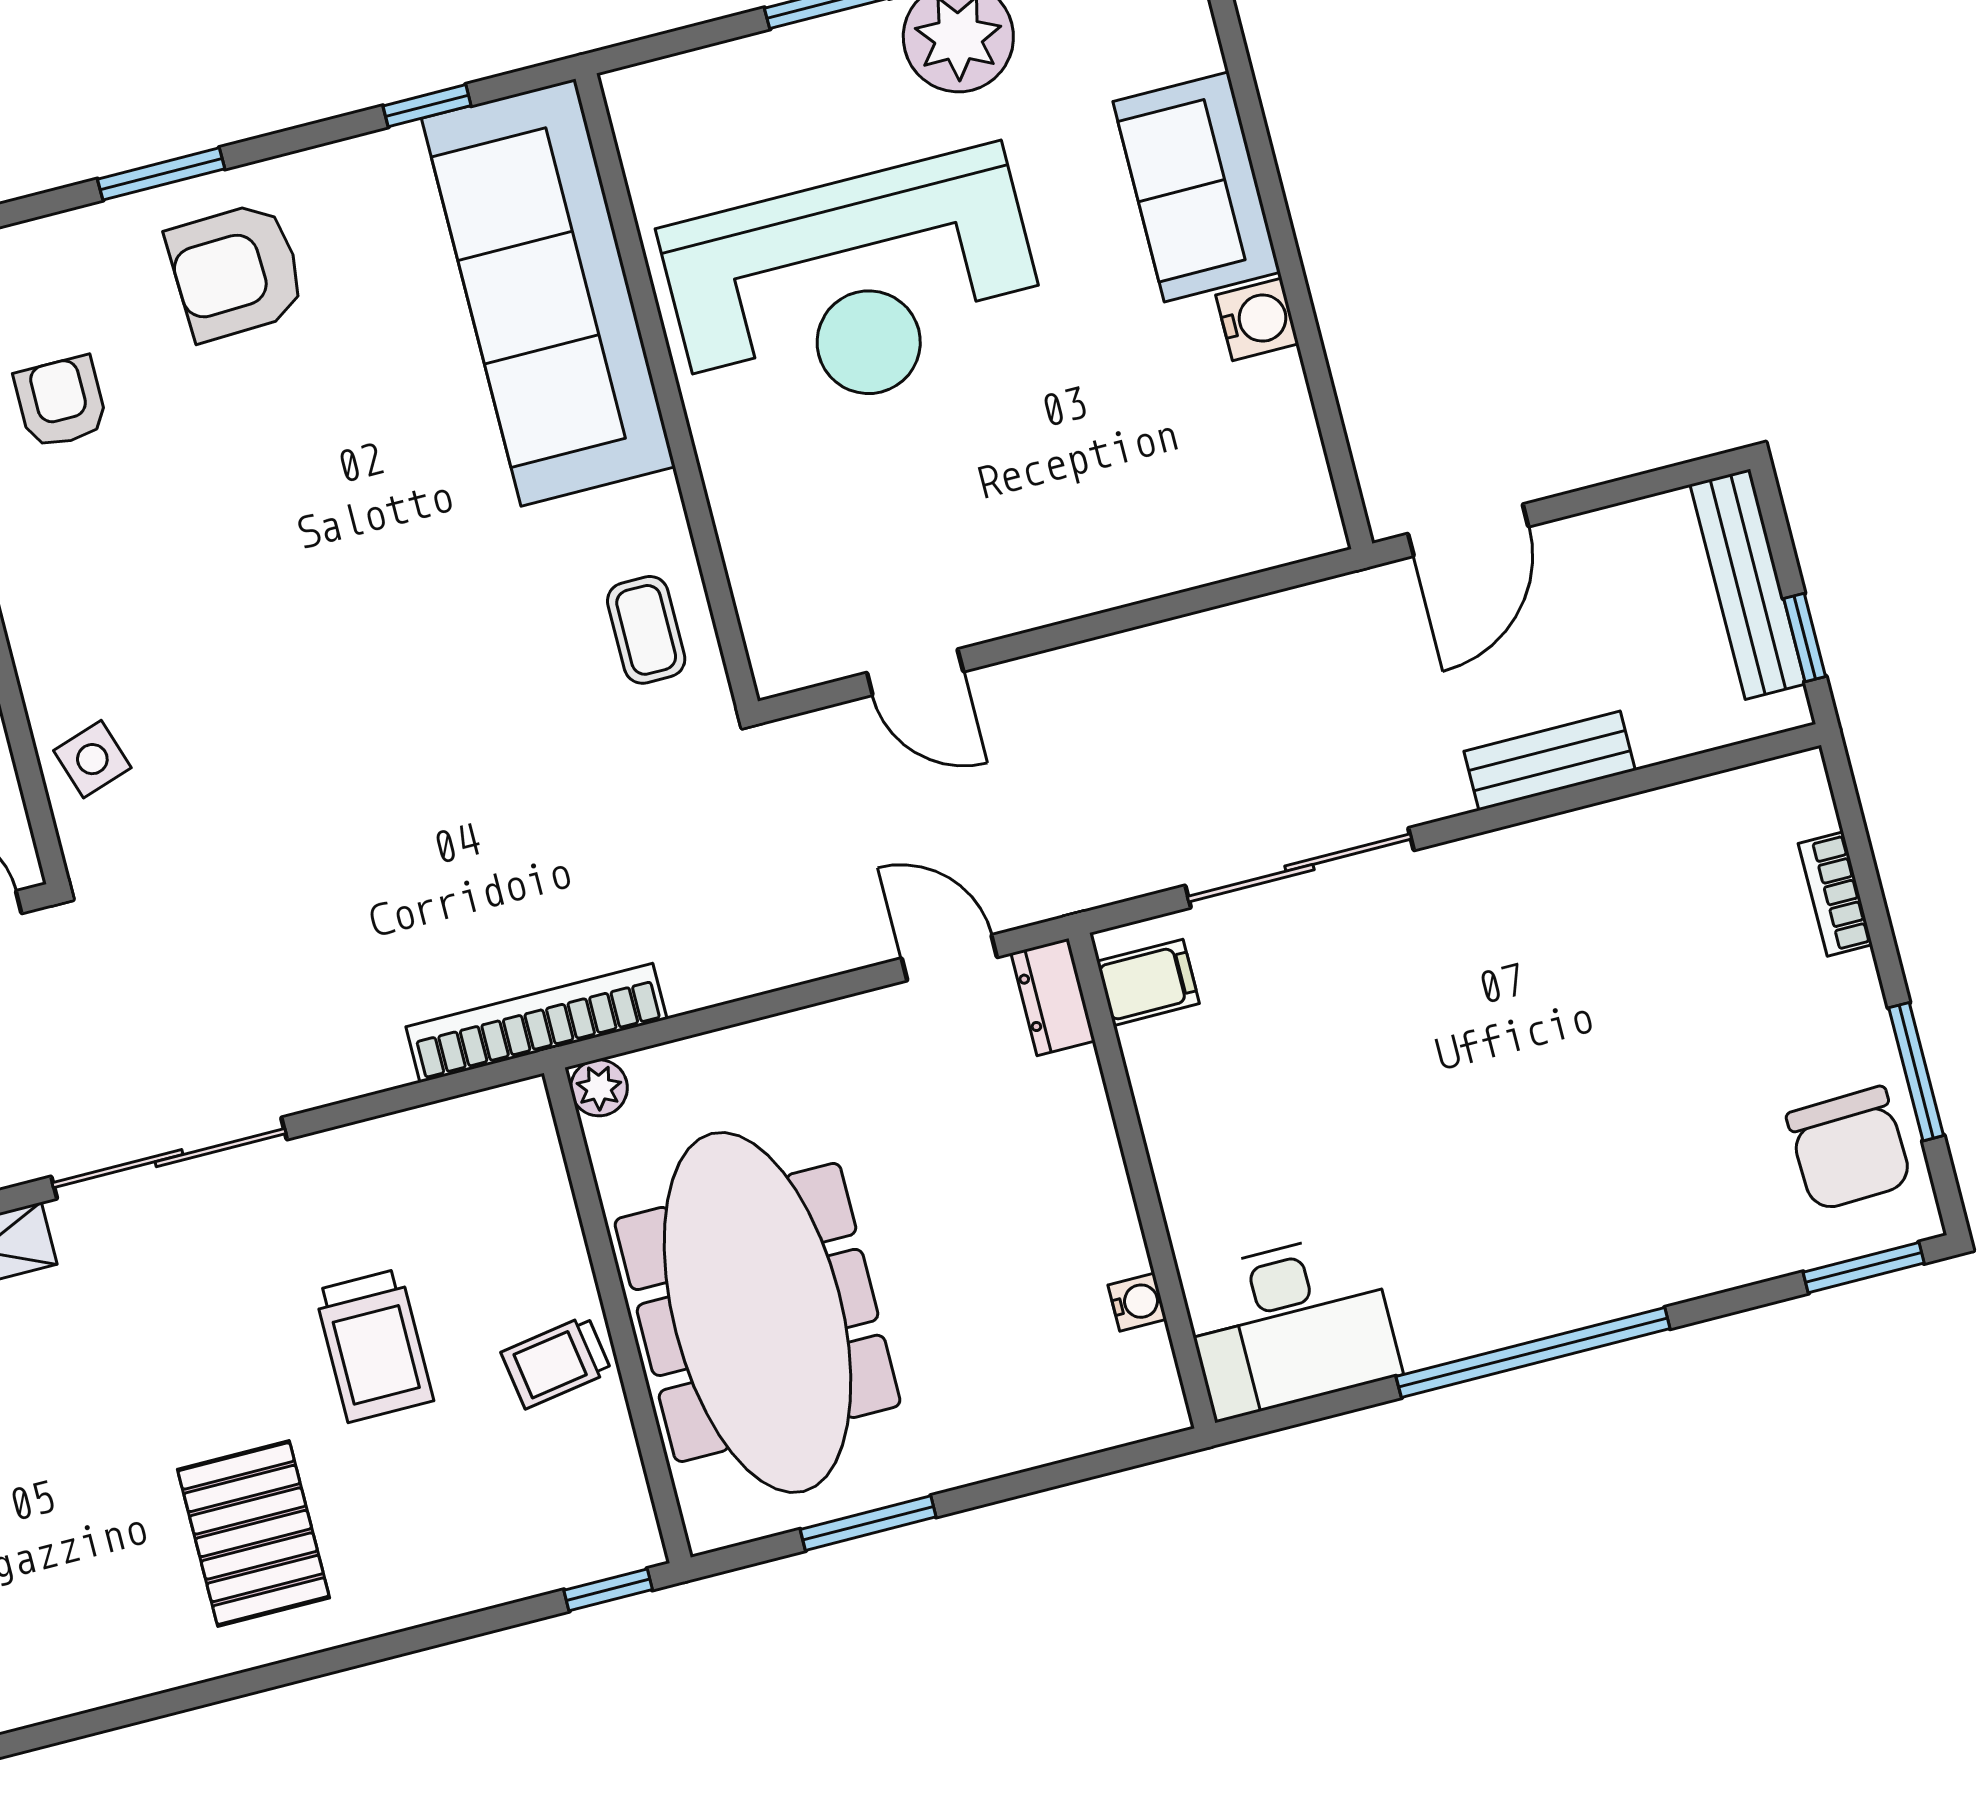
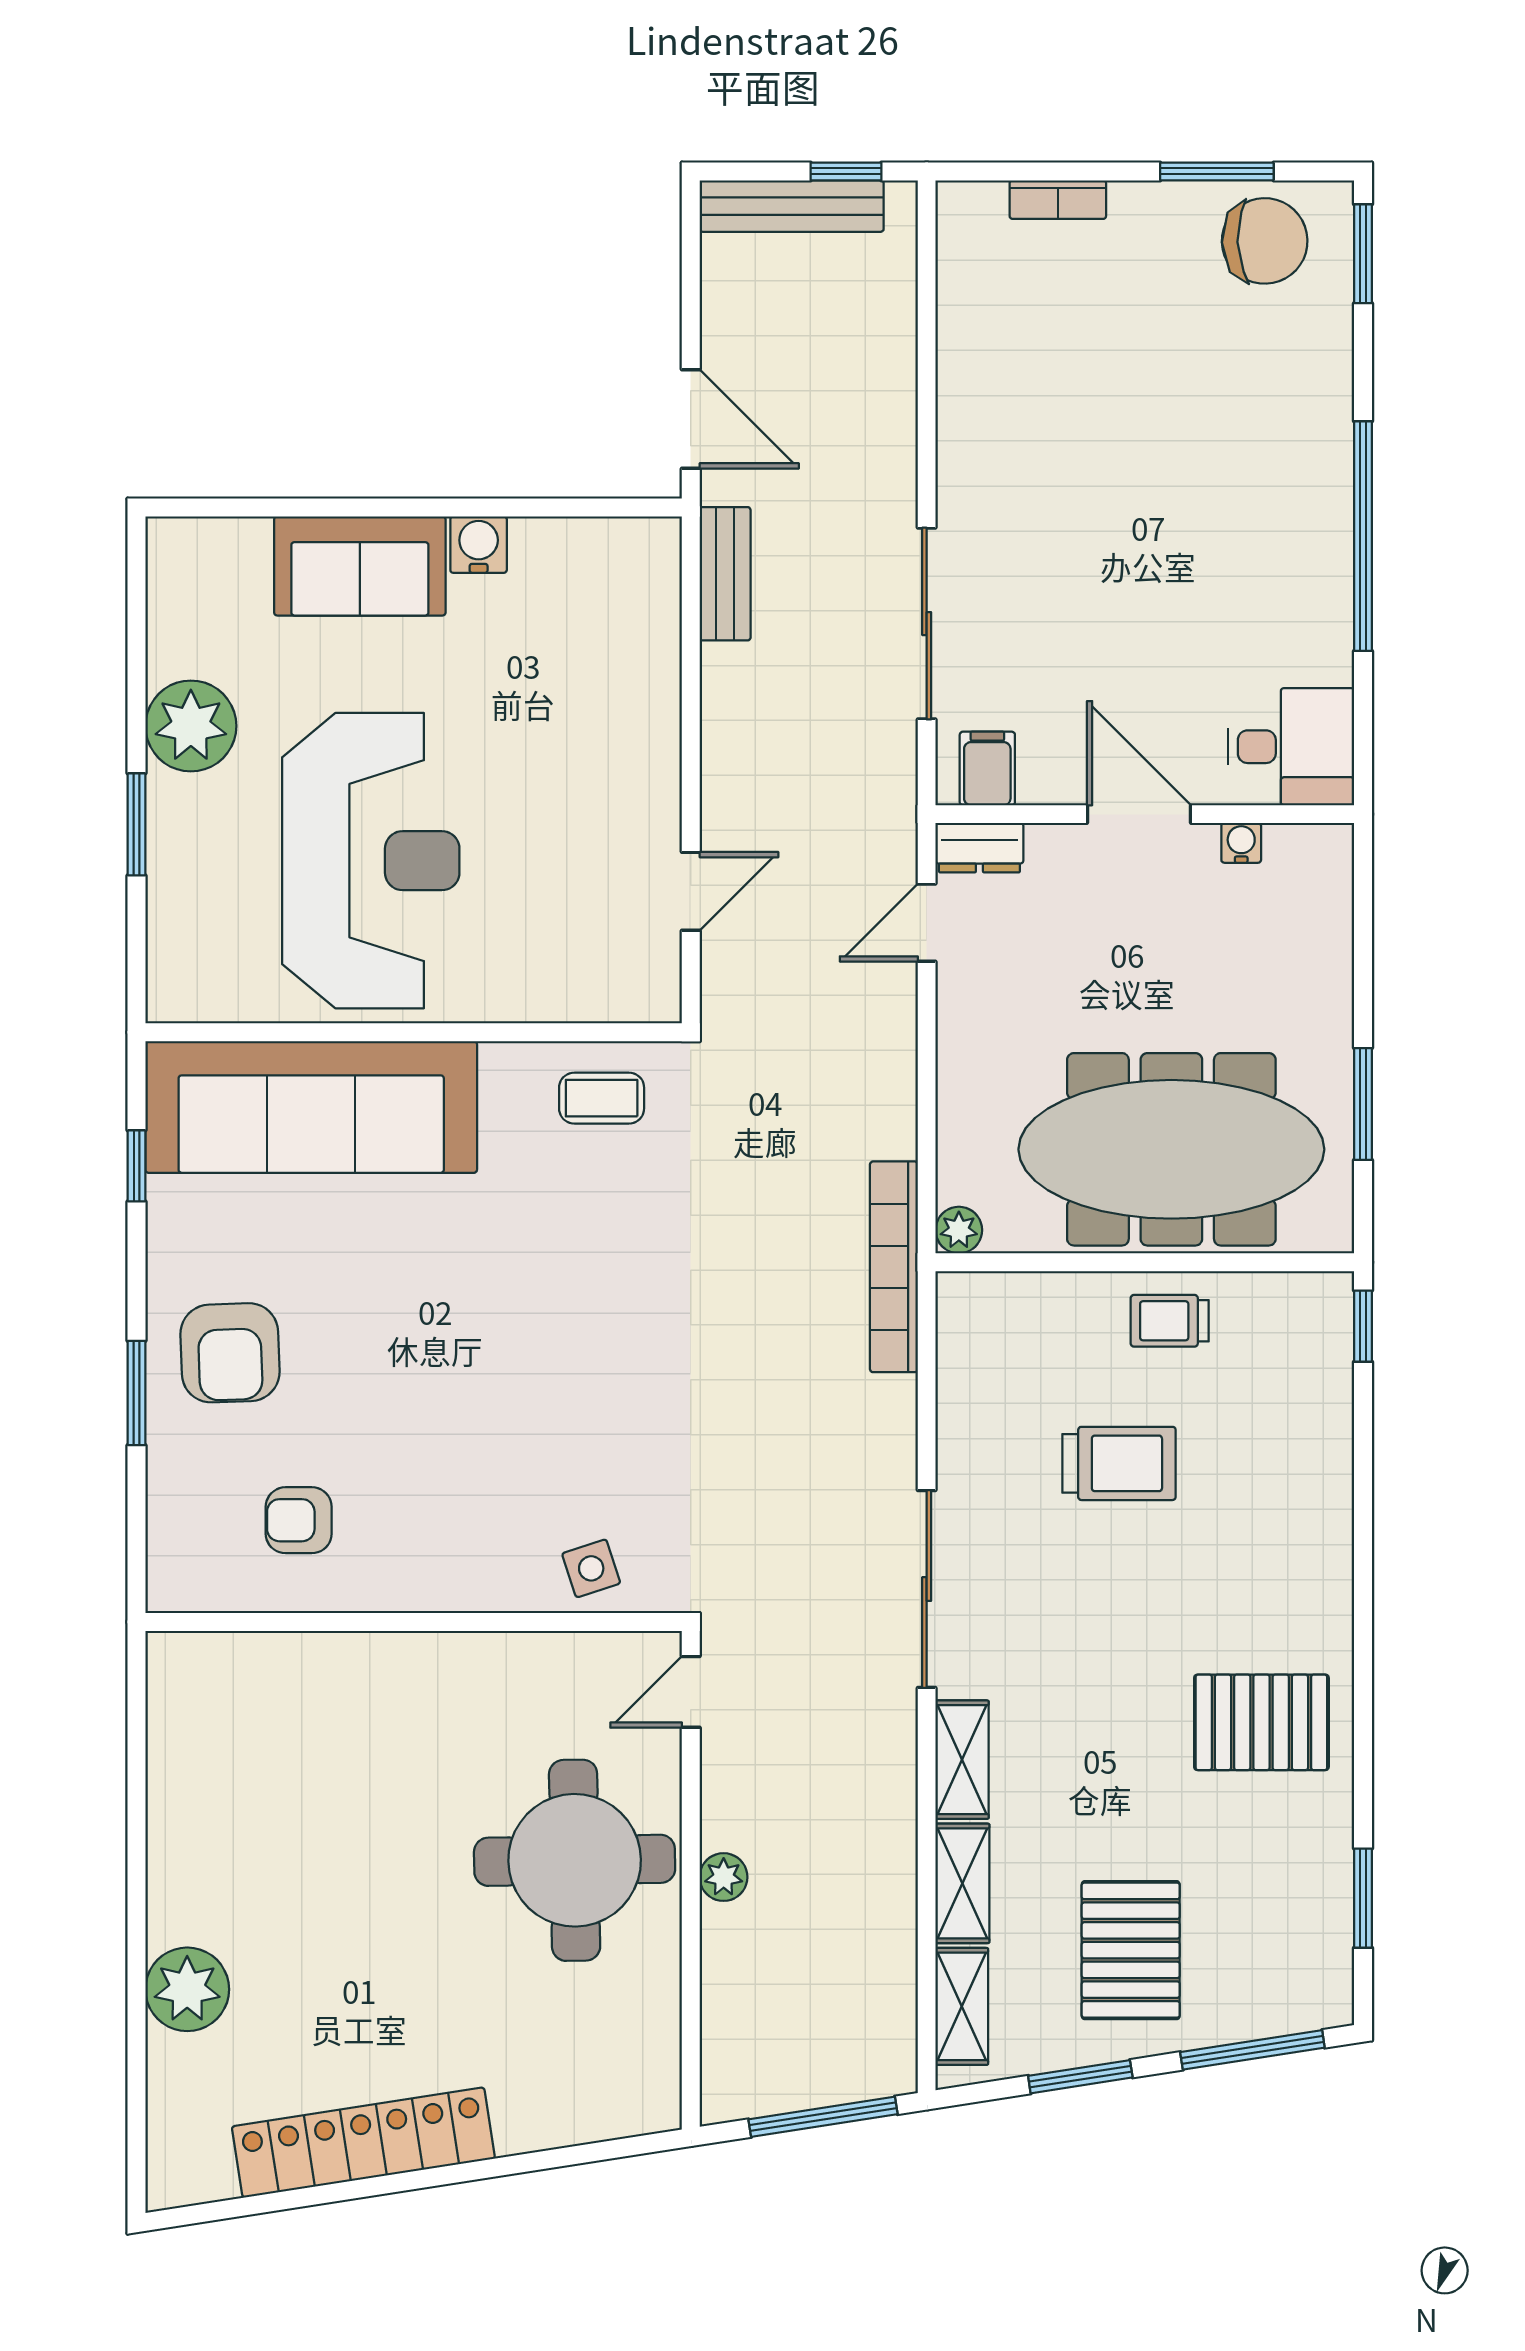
bench: (1550, 761) -> (725, 574), moved
door: (1140, 1174) -> (1139, 814), added
desk: (1290, 1325) -> (1291, 747), width x0.73
trolley: (556, 1362) -> (1170, 1321), turned 99
pallet: (253, 1534) -> (1261, 1722), moved

